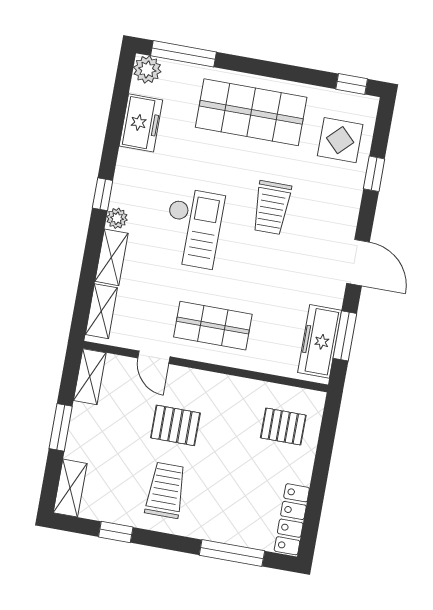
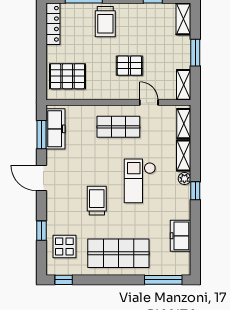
plant: (147, 69) -> (182, 267), removed
pallet: (283, 426) -> (67, 76), width x1.50, depth x1.42
trolley: (166, 490) -> (105, 22), moved

